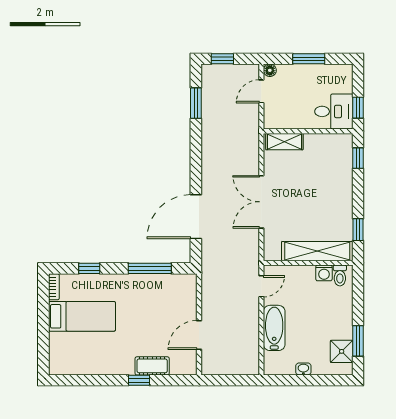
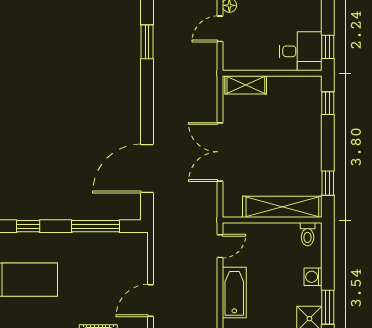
washing machine: (324, 273) -> (313, 277), moved, turned 90

